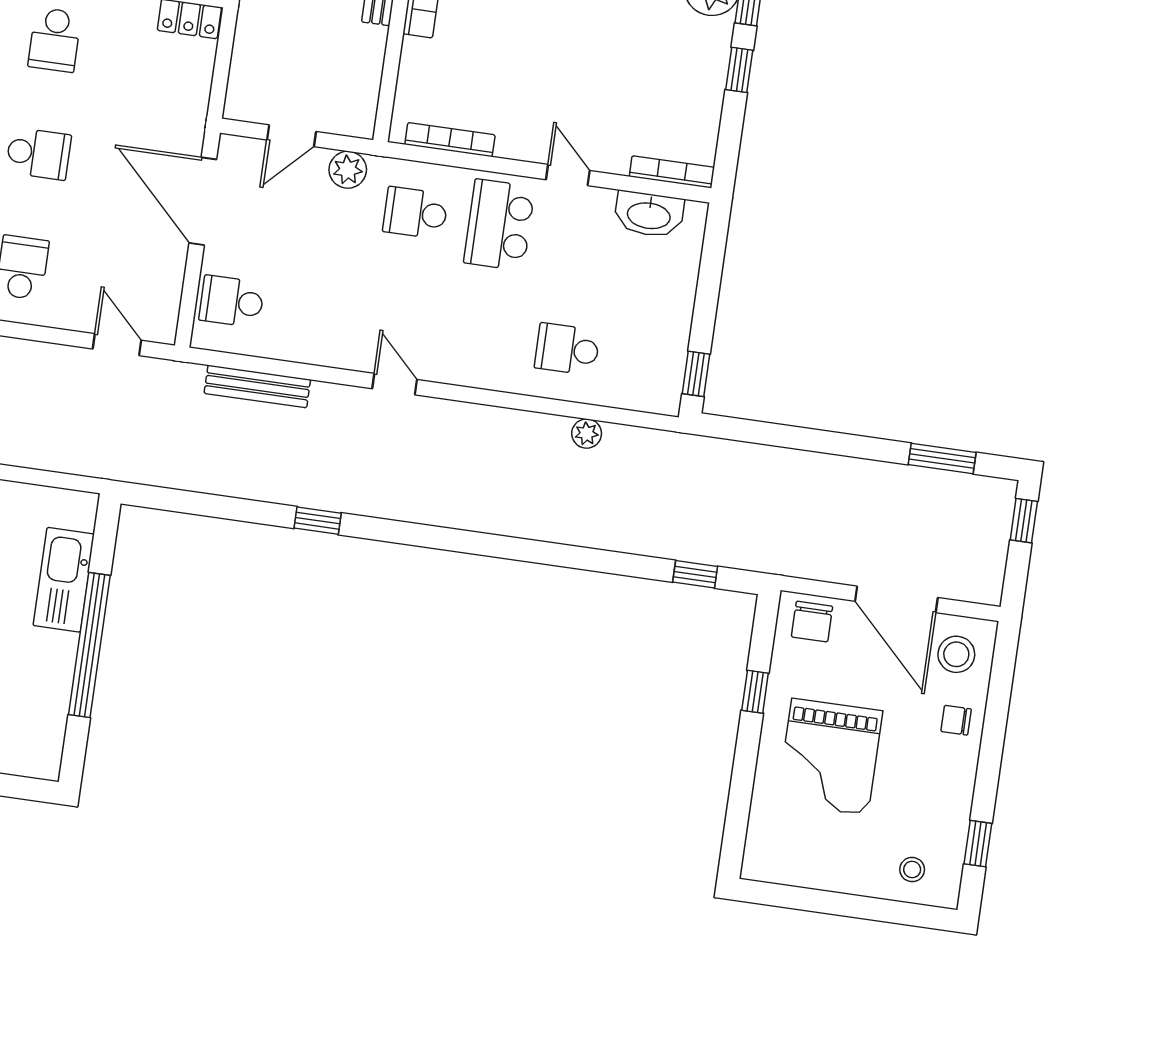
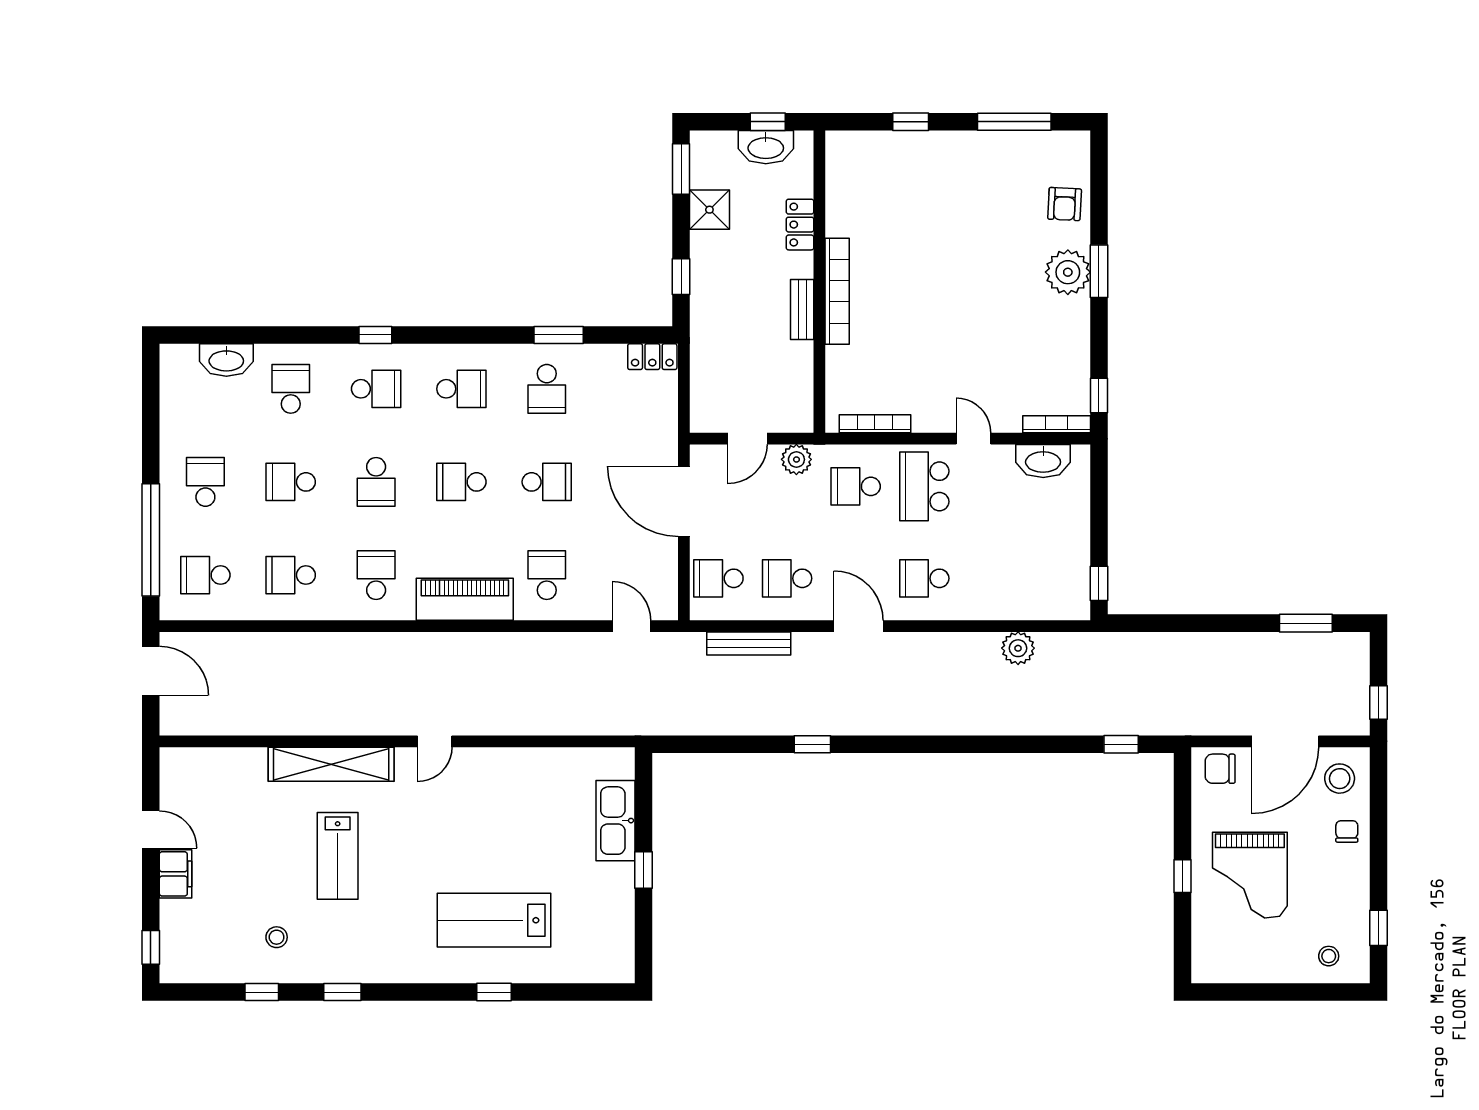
window: (739, 70) -> (1099, 395), moved
school desk: (316, 313) -> (787, 578), added
school desk: (567, 349) -> (924, 578), moved
door: (395, 384) -> (859, 626), width x1.37
plant: (587, 434) -> (1018, 648), width x1.38, depth x1.38
window: (1024, 521) -> (1378, 703), moved
door: (896, 599) -> (1285, 741), hinge flipped
chair: (812, 622) -> (1220, 769), turned 90
window: (89, 645) -> (644, 870), width x0.32
window: (755, 692) -> (1182, 876), moved
chair: (956, 720) -> (1347, 831), turned 90

